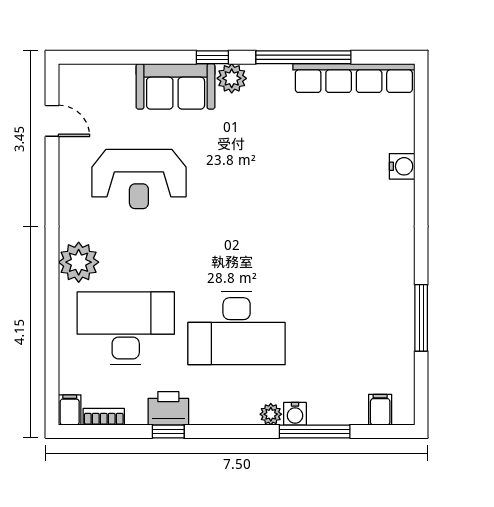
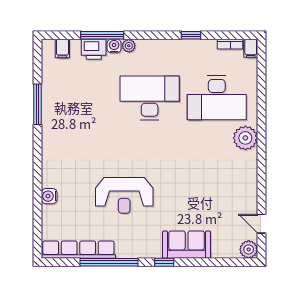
plant: (232, 78) -> (249, 249), moved
reception desk: (139, 179) -> (124, 195), moved, turned 180
printer: (168, 408) -> (94, 49), moved

